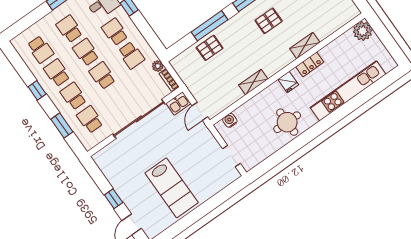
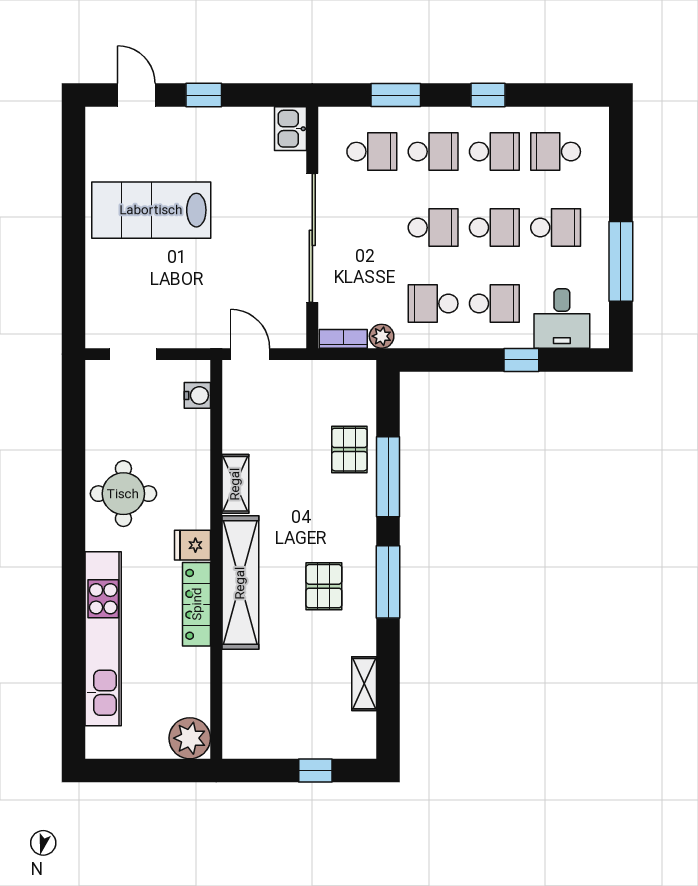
shelving: (305, 46) -> (240, 583), width x2.20, depth x1.33
locker: (310, 64) -> (197, 604), width x1.53
kitchen sink: (178, 103) -> (291, 129), moved

